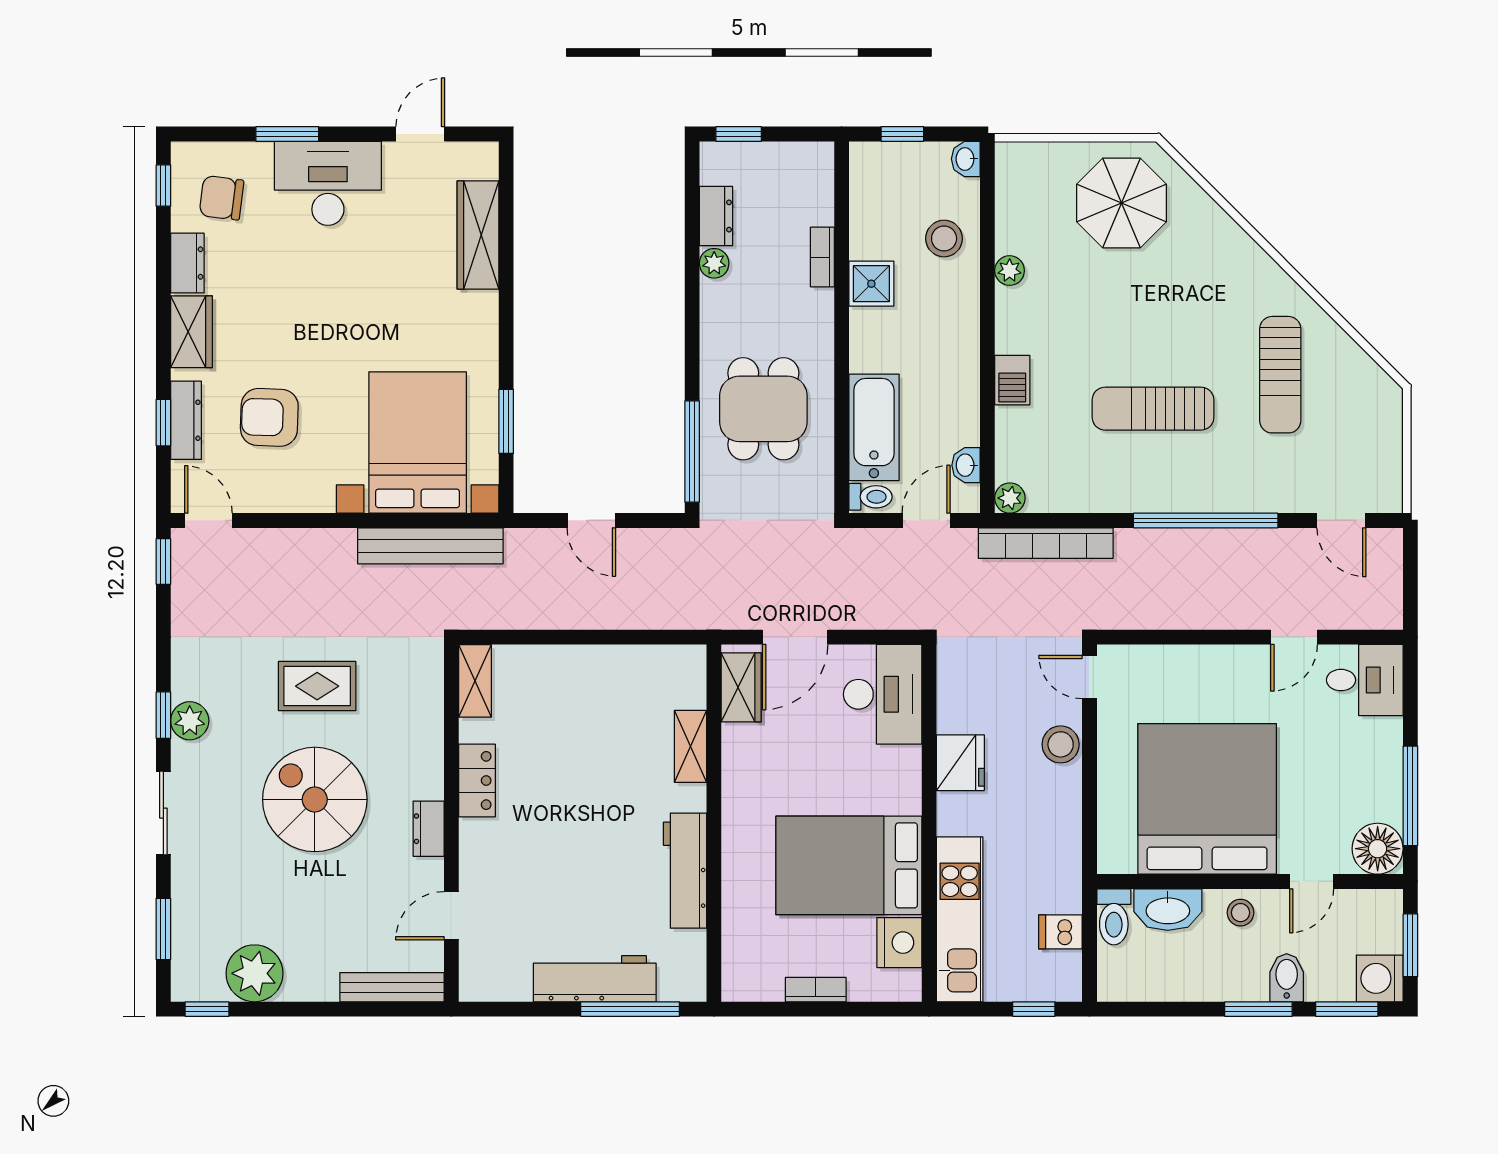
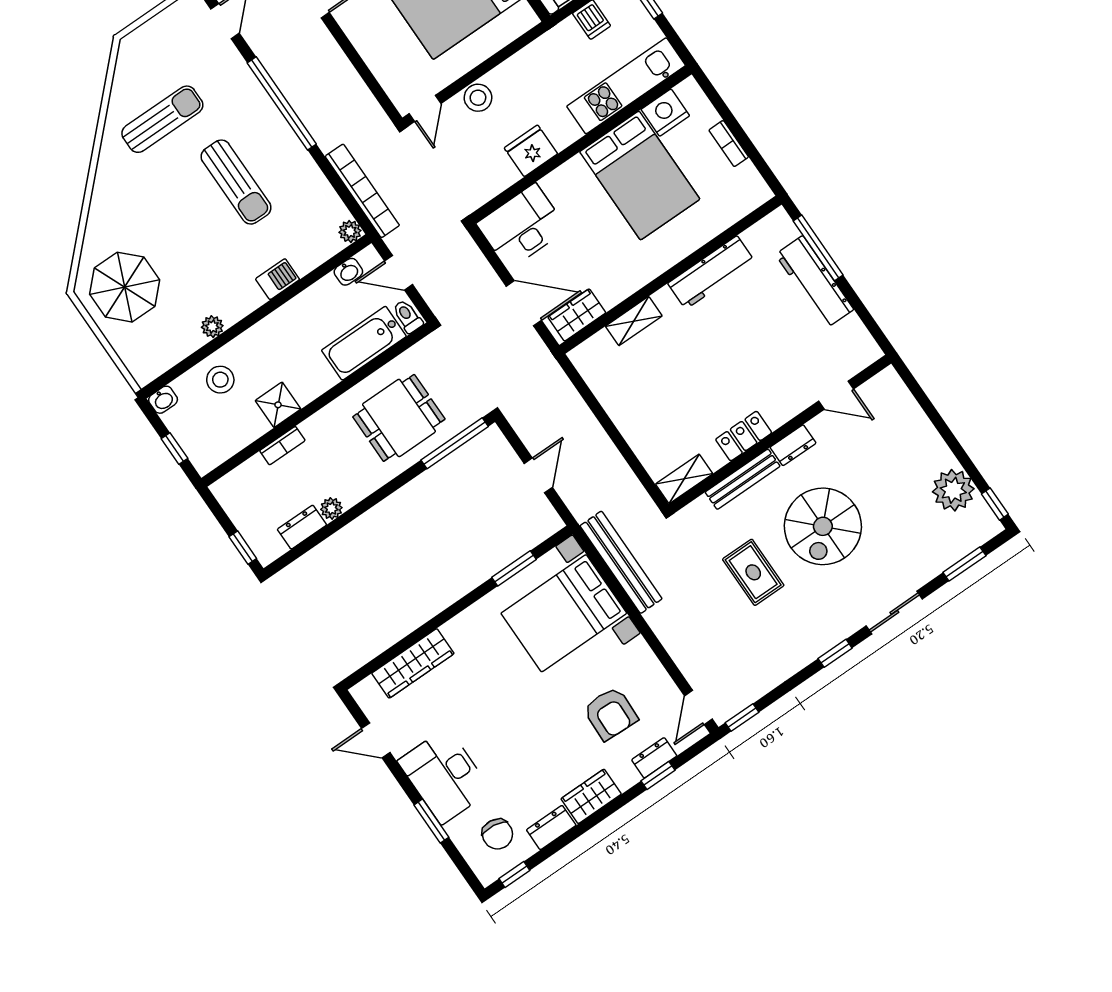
dresser: (186, 420) -> (654, 758), width x0.70
plant: (190, 721) -> (827, 635), removed
bench: (392, 987) -> (743, 479), moved, turned 90

